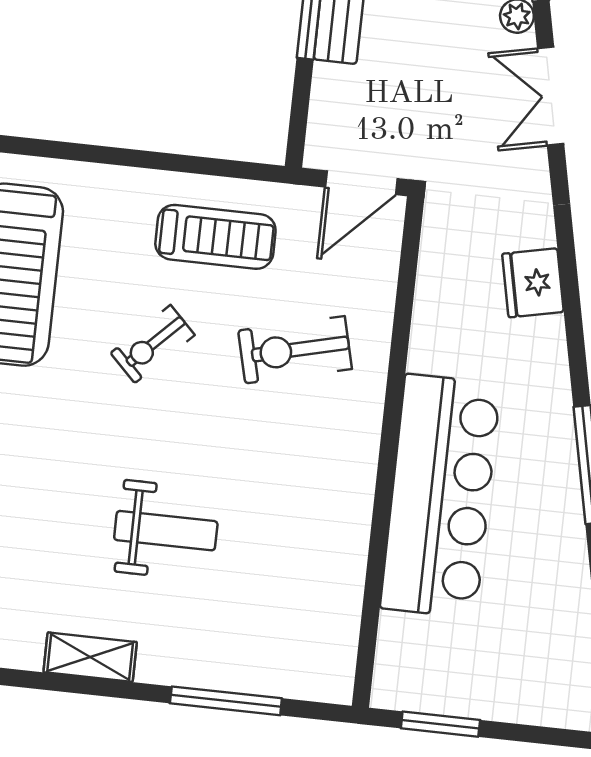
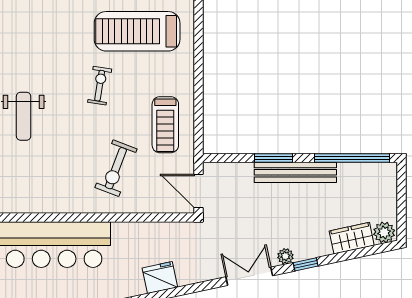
exercise bike: (153, 344) -> (100, 86), moved, turned 54
exercise bike: (295, 350) -> (116, 168), turned -145

